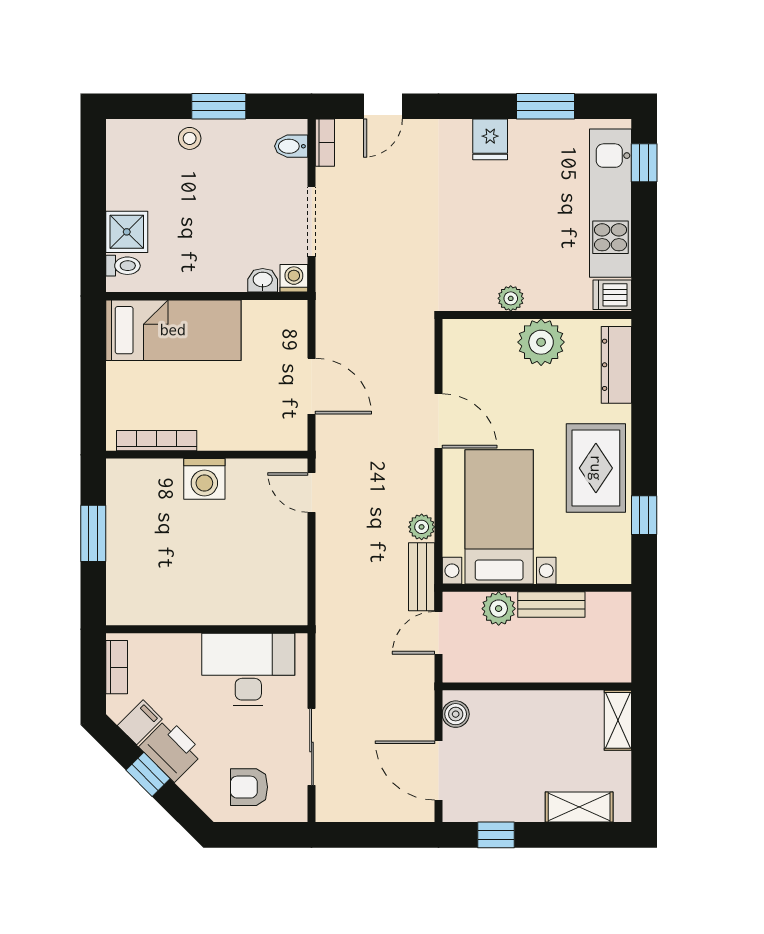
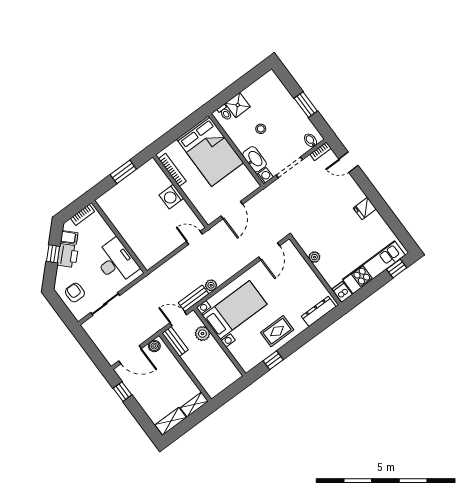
window: (546, 106) -> (391, 219), removed
stool: (190, 138) -> (261, 129), moved
washbasin: (263, 280) -> (255, 159), width x1.91, depth x1.45
bed: (173, 330) -> (210, 151), width x1.50
plant: (541, 342) -> (307, 279), removed
door: (438, 421) -> (269, 251), moved
rug: (596, 468) -> (277, 331), width x0.73, depth x0.70
door: (312, 492) -> (194, 238), hinge flipped
bench: (551, 605) -> (175, 341), moved
door: (438, 771) -> (130, 355), swing flipped
shelving: (579, 807) -> (171, 421), moved, turned 90

